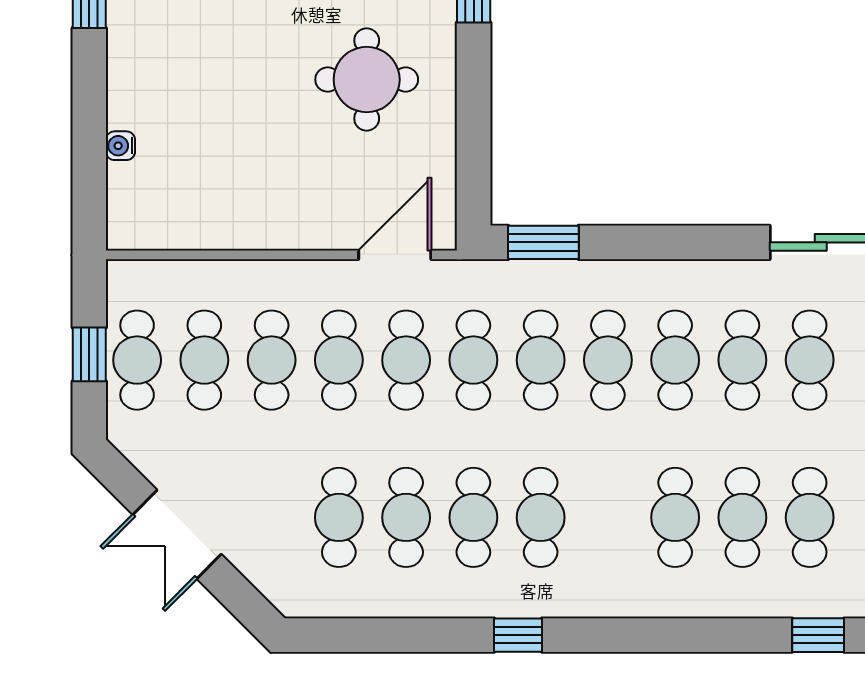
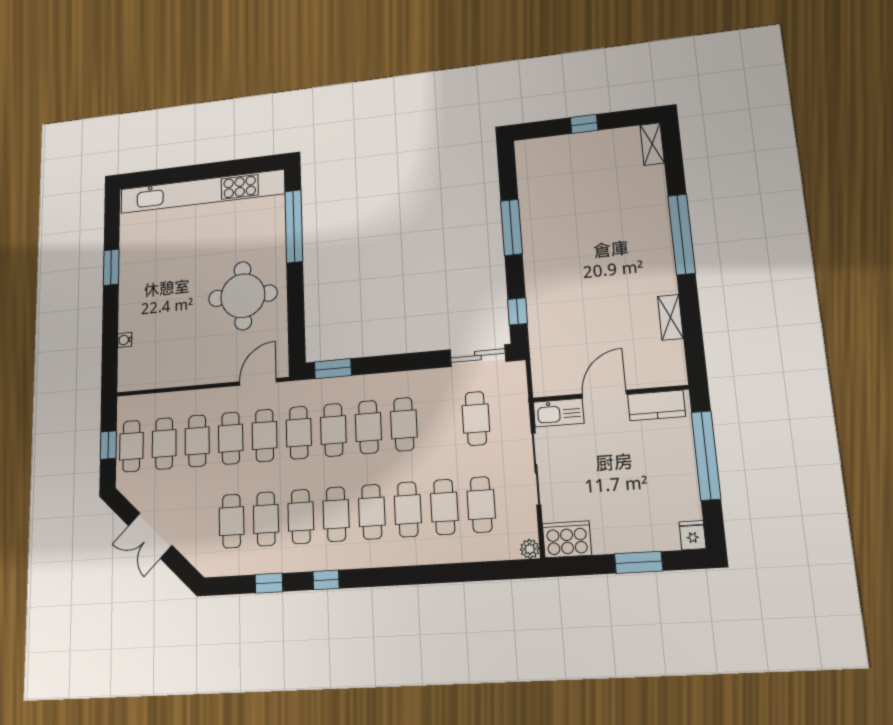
round table: (367, 80) -> (243, 296), width x1.36, depth x1.36
cafe table: (742, 360) -> (372, 512), moved
window: (818, 635) -> (269, 583), moved

